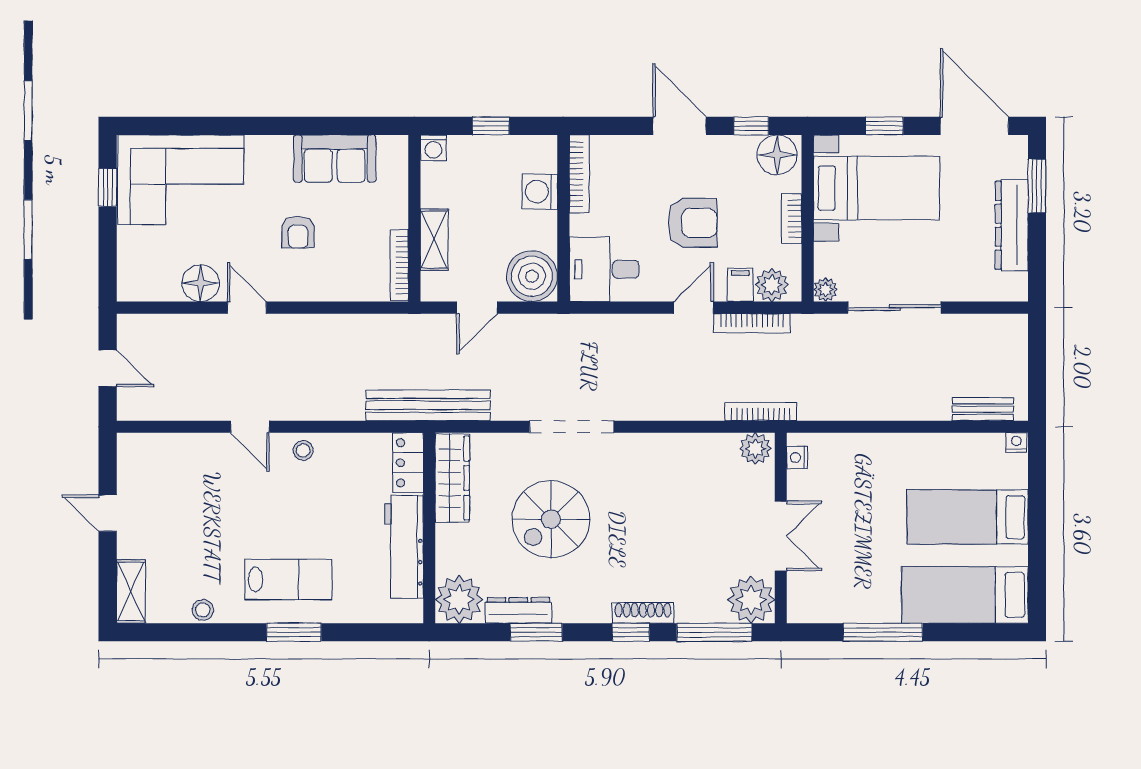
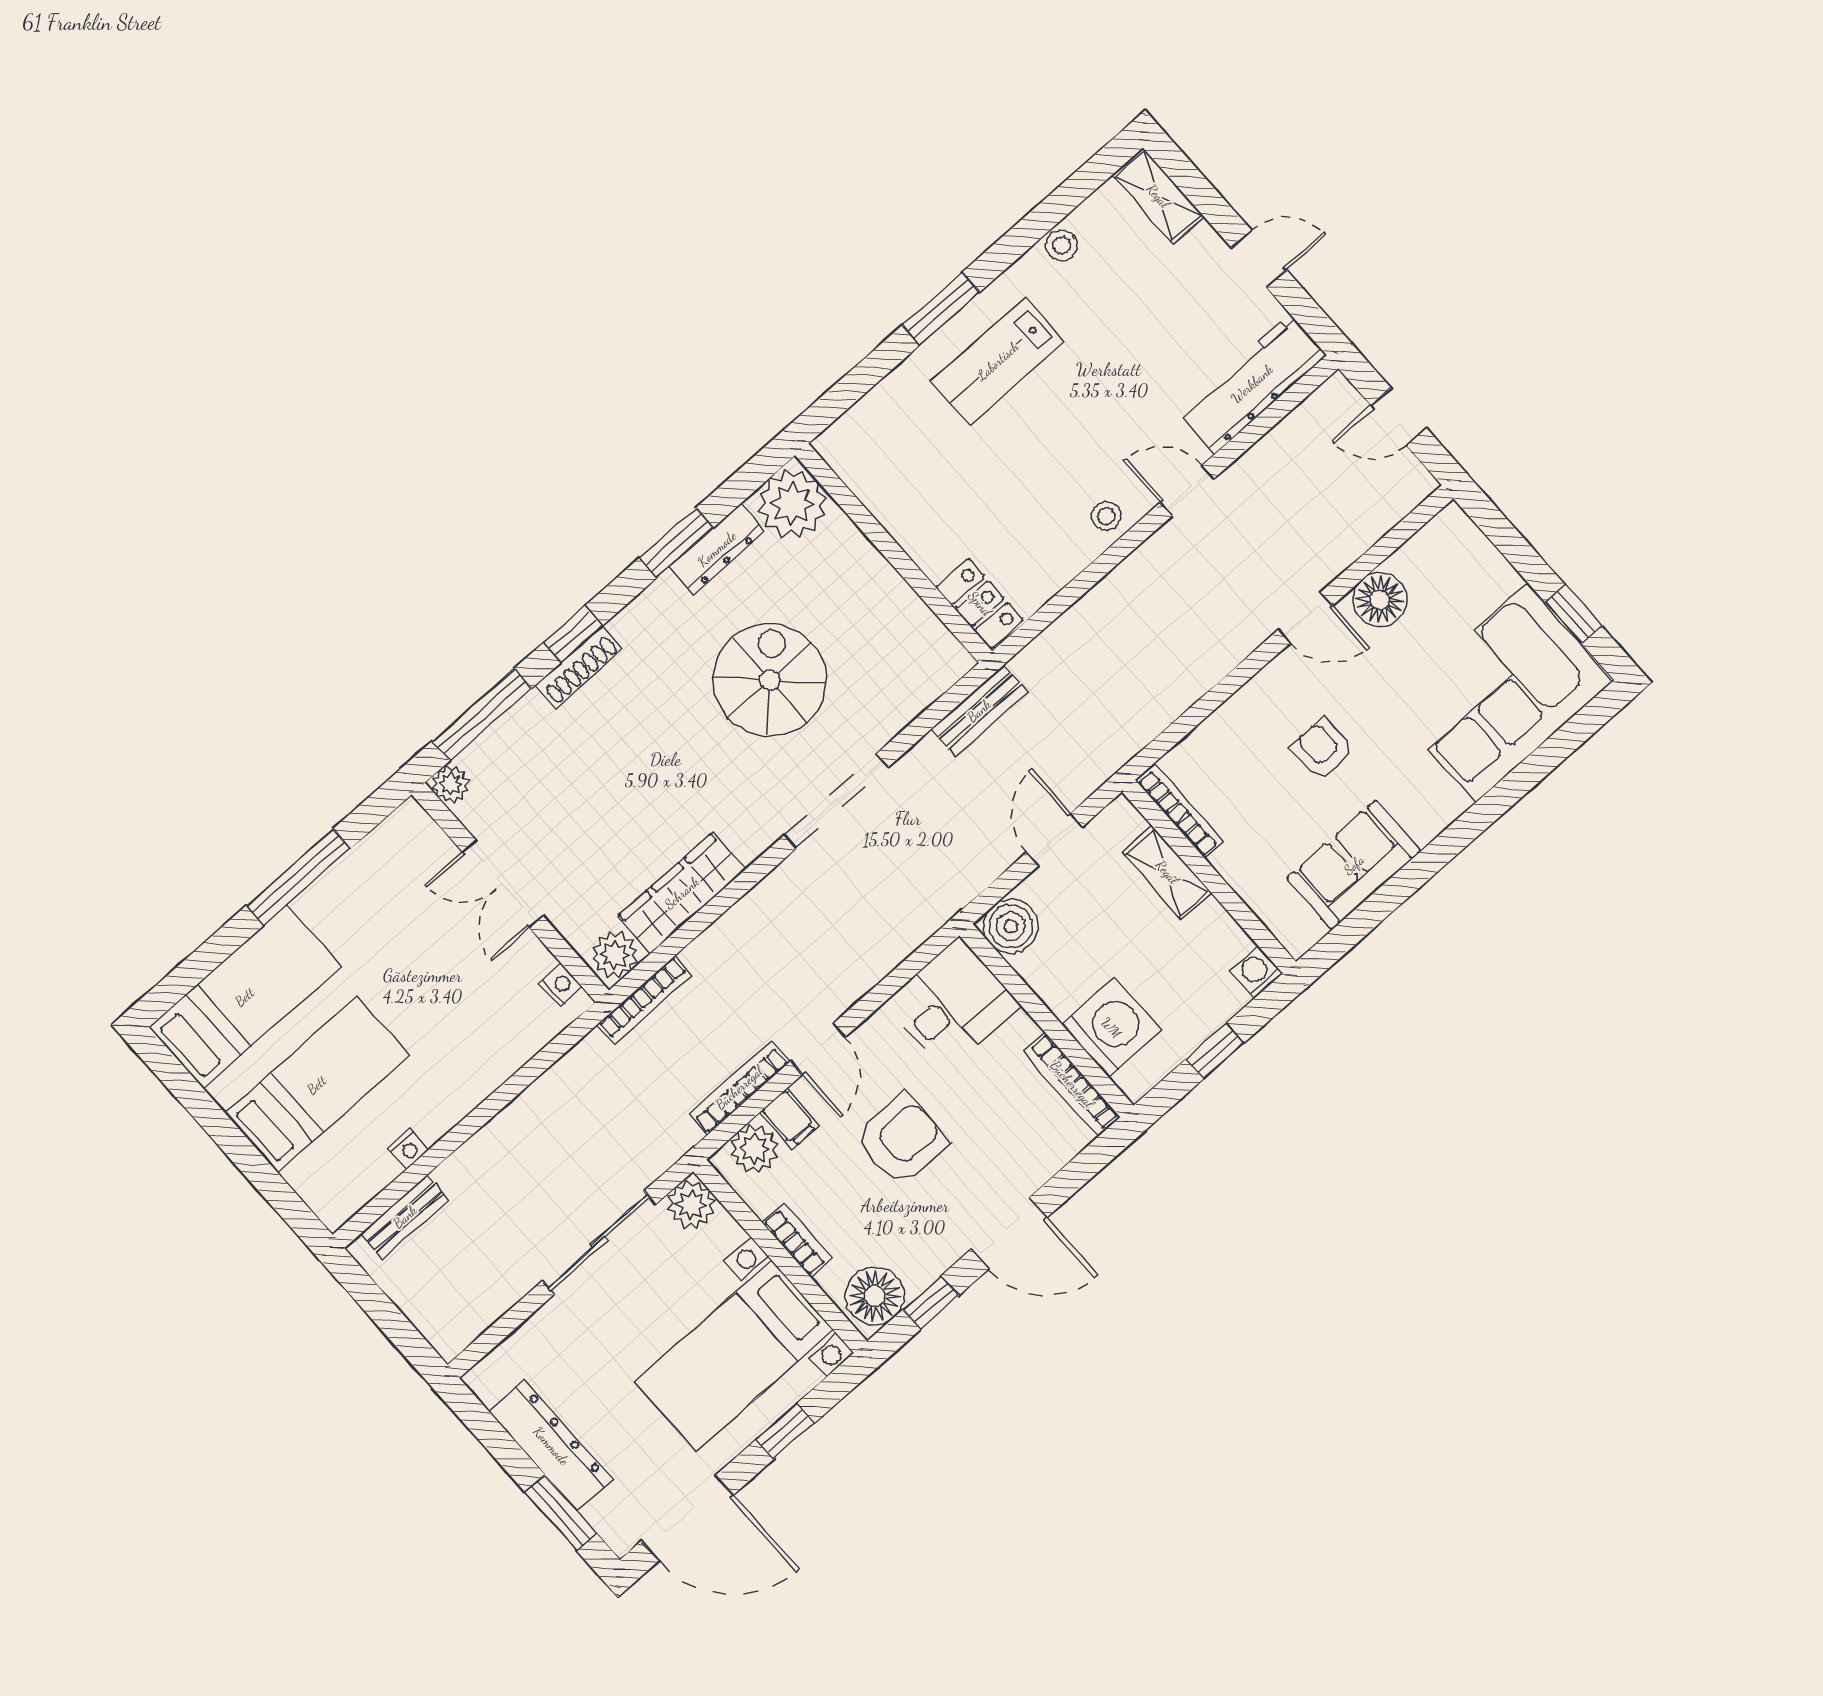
washing machine: (540, 192) -> (1111, 1028), width x1.37, depth x1.37
armchair: (692, 223) -> (901, 1140), turned 180
boiler: (532, 276) -> (1011, 926), width x0.73, depth x0.73
plant: (825, 290) -> (691, 1205), width x1.38, depth x1.38
bench: (428, 405) -> (979, 711), width x0.54, depth x0.82
nightstand: (1016, 442) -> (409, 1149), moved
wardrobe: (452, 478) -> (682, 893), moved, turned 90
workbench: (404, 547) -> (1252, 384), moved, turned -90
plant: (751, 600) -> (451, 784), width x0.53, depth x0.53

